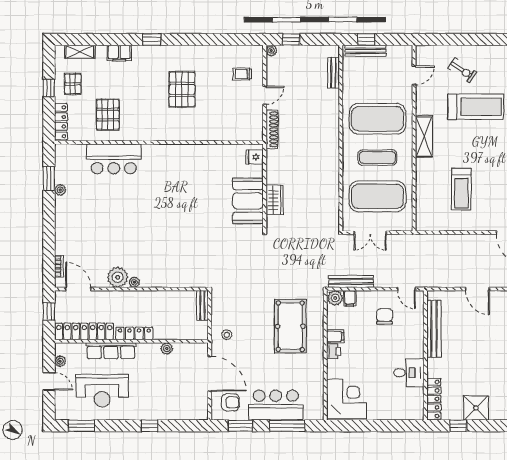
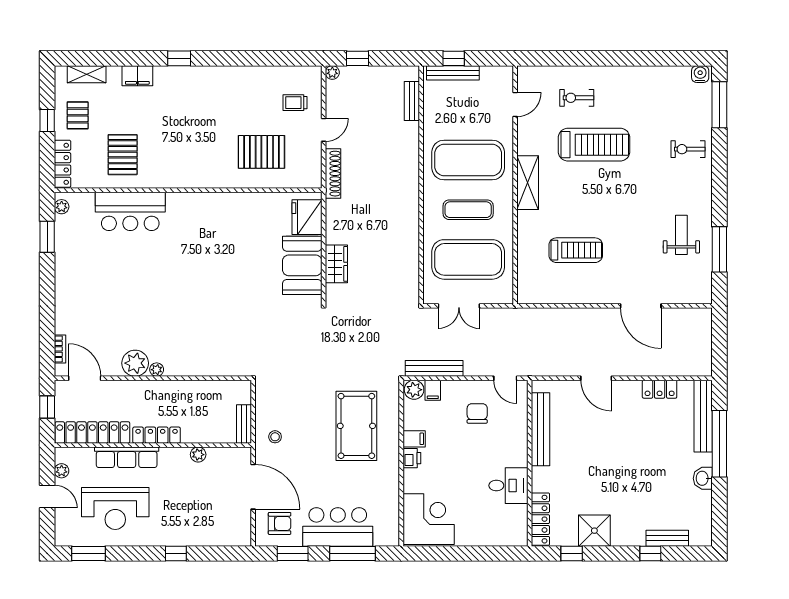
exercise bike: (462, 70) -> (577, 98), turned 146
pallet: (182, 89) -> (261, 152), moved, turned 90
fridge: (255, 157) -> (307, 217), width x1.88, depth x1.34
treadmill: (461, 189) -> (576, 250), turned -90
plant: (60, 190) -> (62, 207), moved
bench: (202, 305) -> (244, 424), moved

